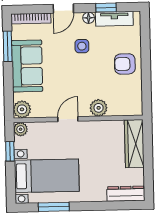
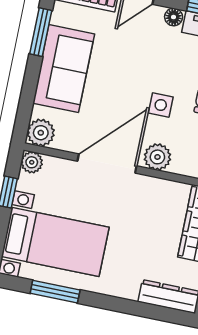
side table: (82, 46) -> (161, 105), moved
door: (68, 119) -> (107, 164), width x1.87

